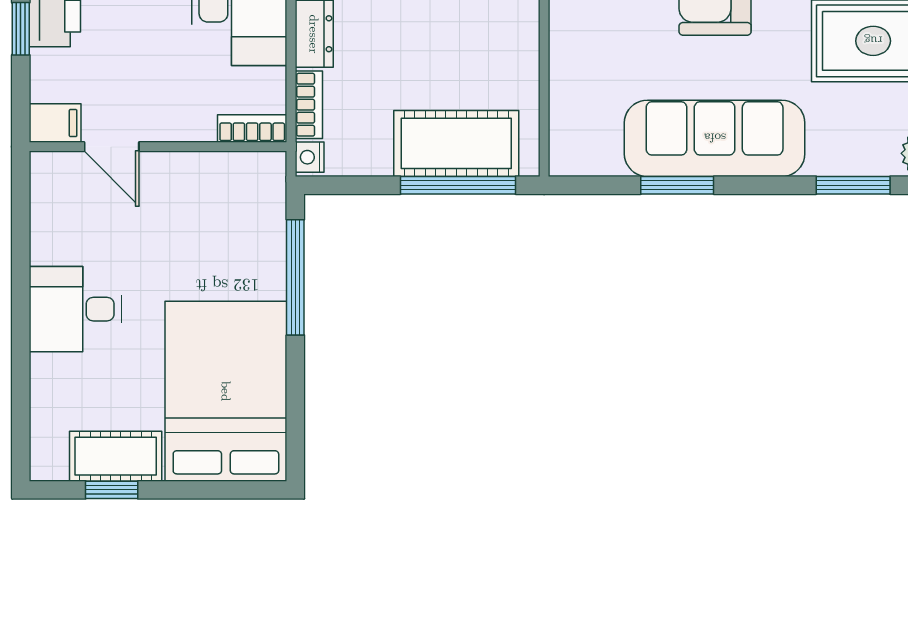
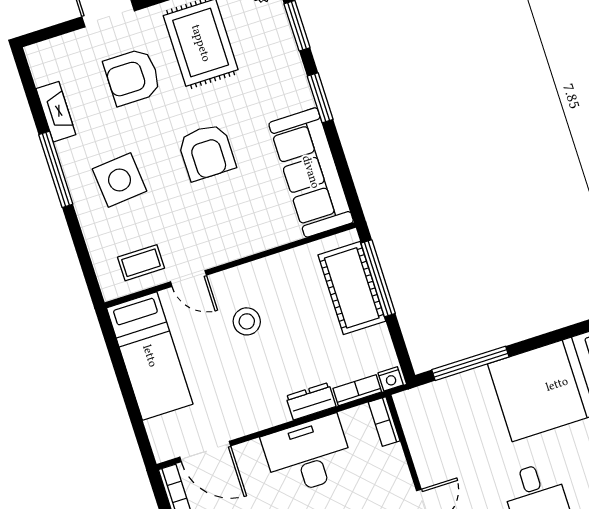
sofa: (715, 138) -> (311, 172), moved
window: (677, 185) -> (320, 98), moved

